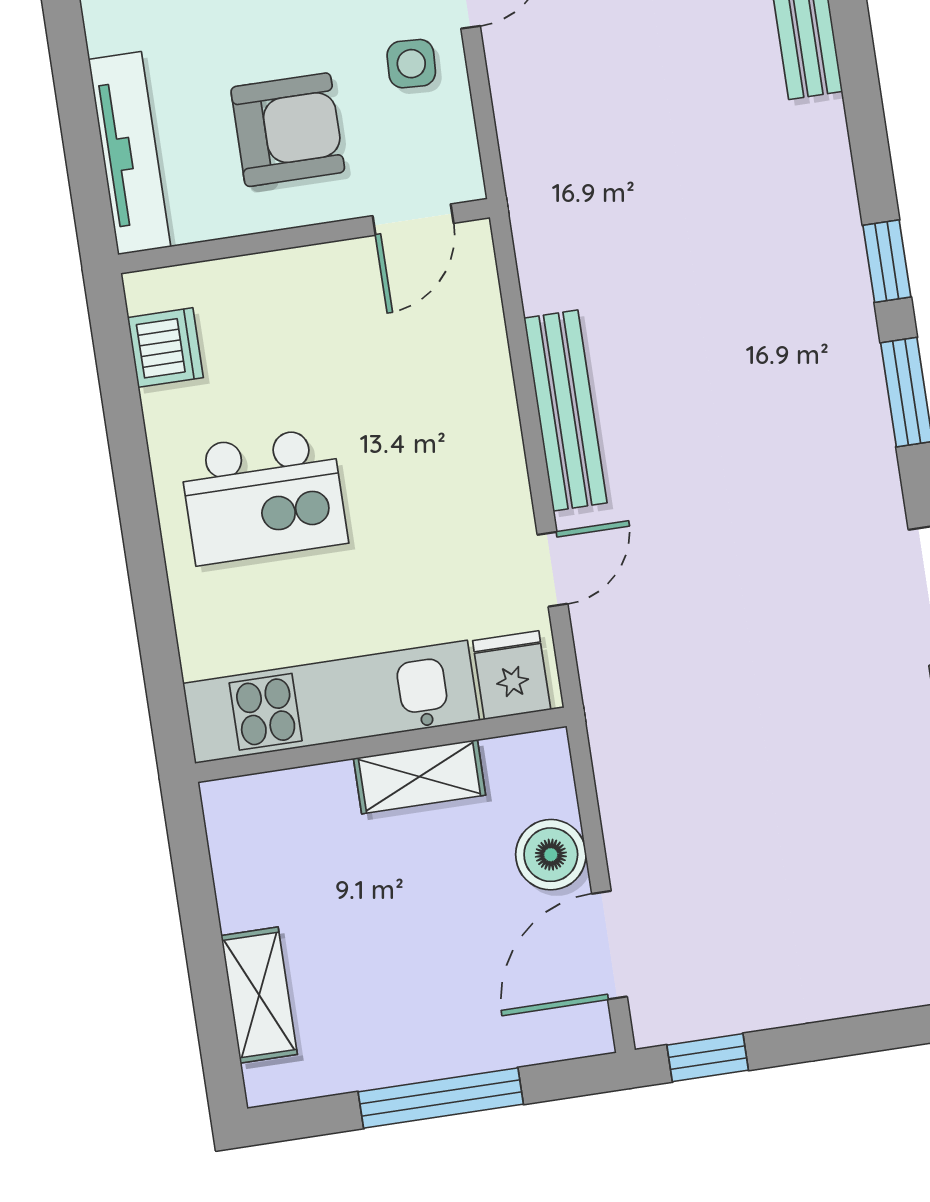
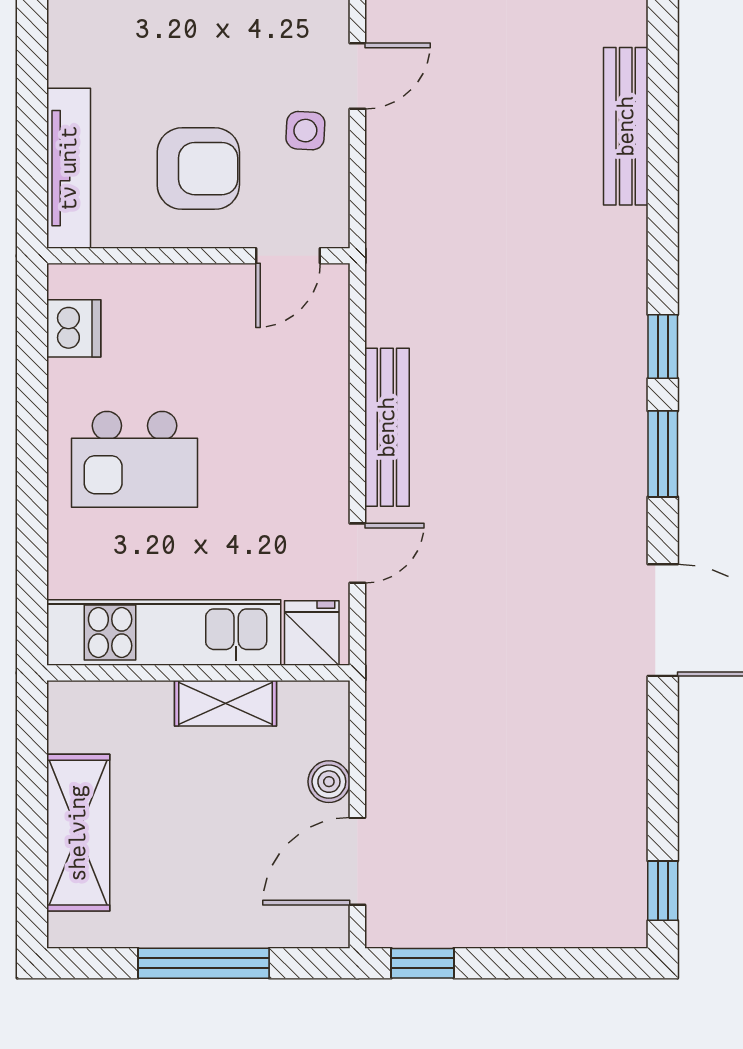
boiler: (551, 855) -> (329, 782), width x0.73, depth x0.73
shelving: (259, 995) -> (78, 833), width x1.50, depth x1.33

